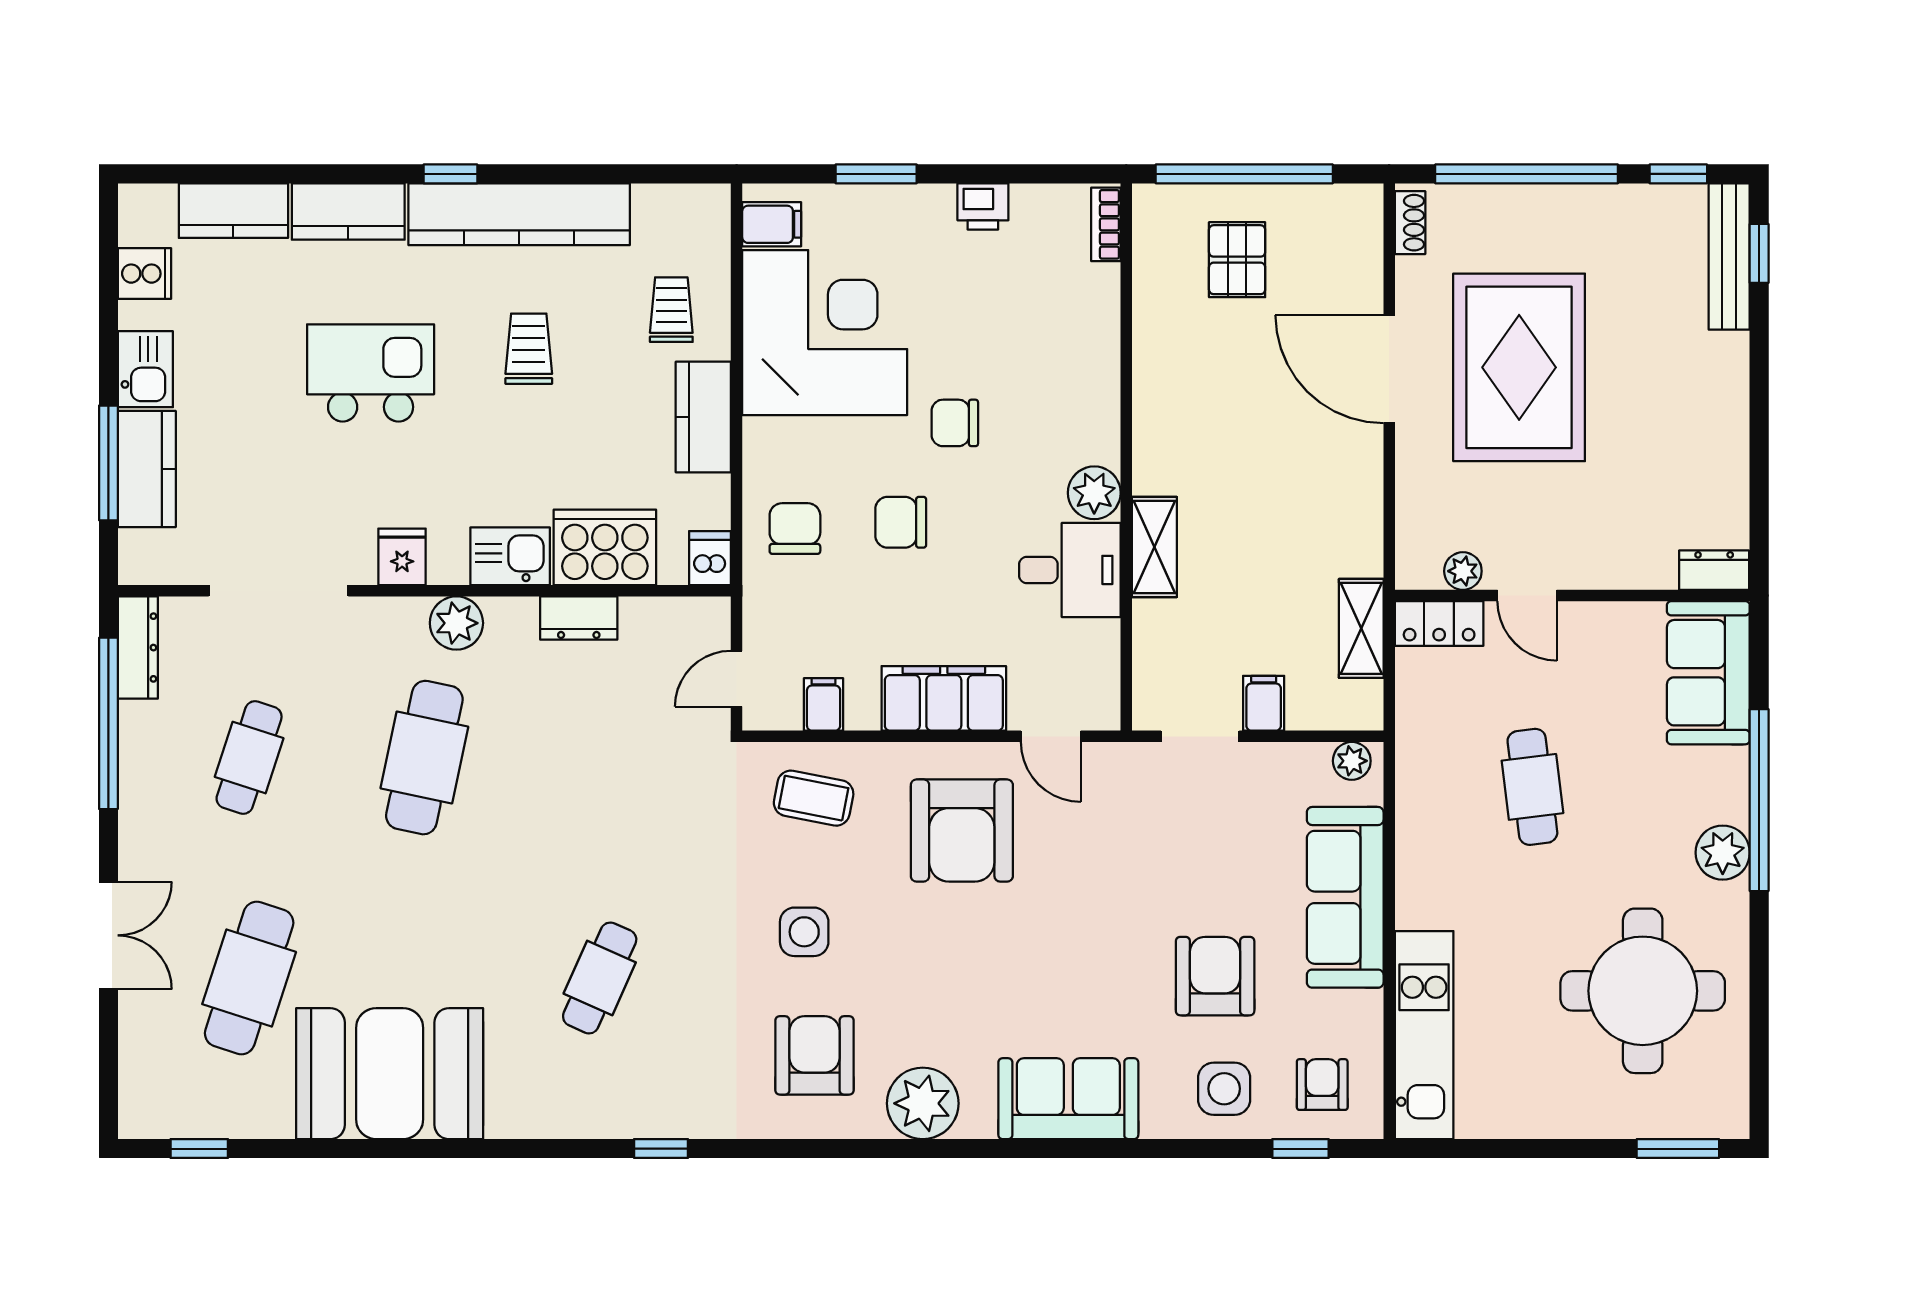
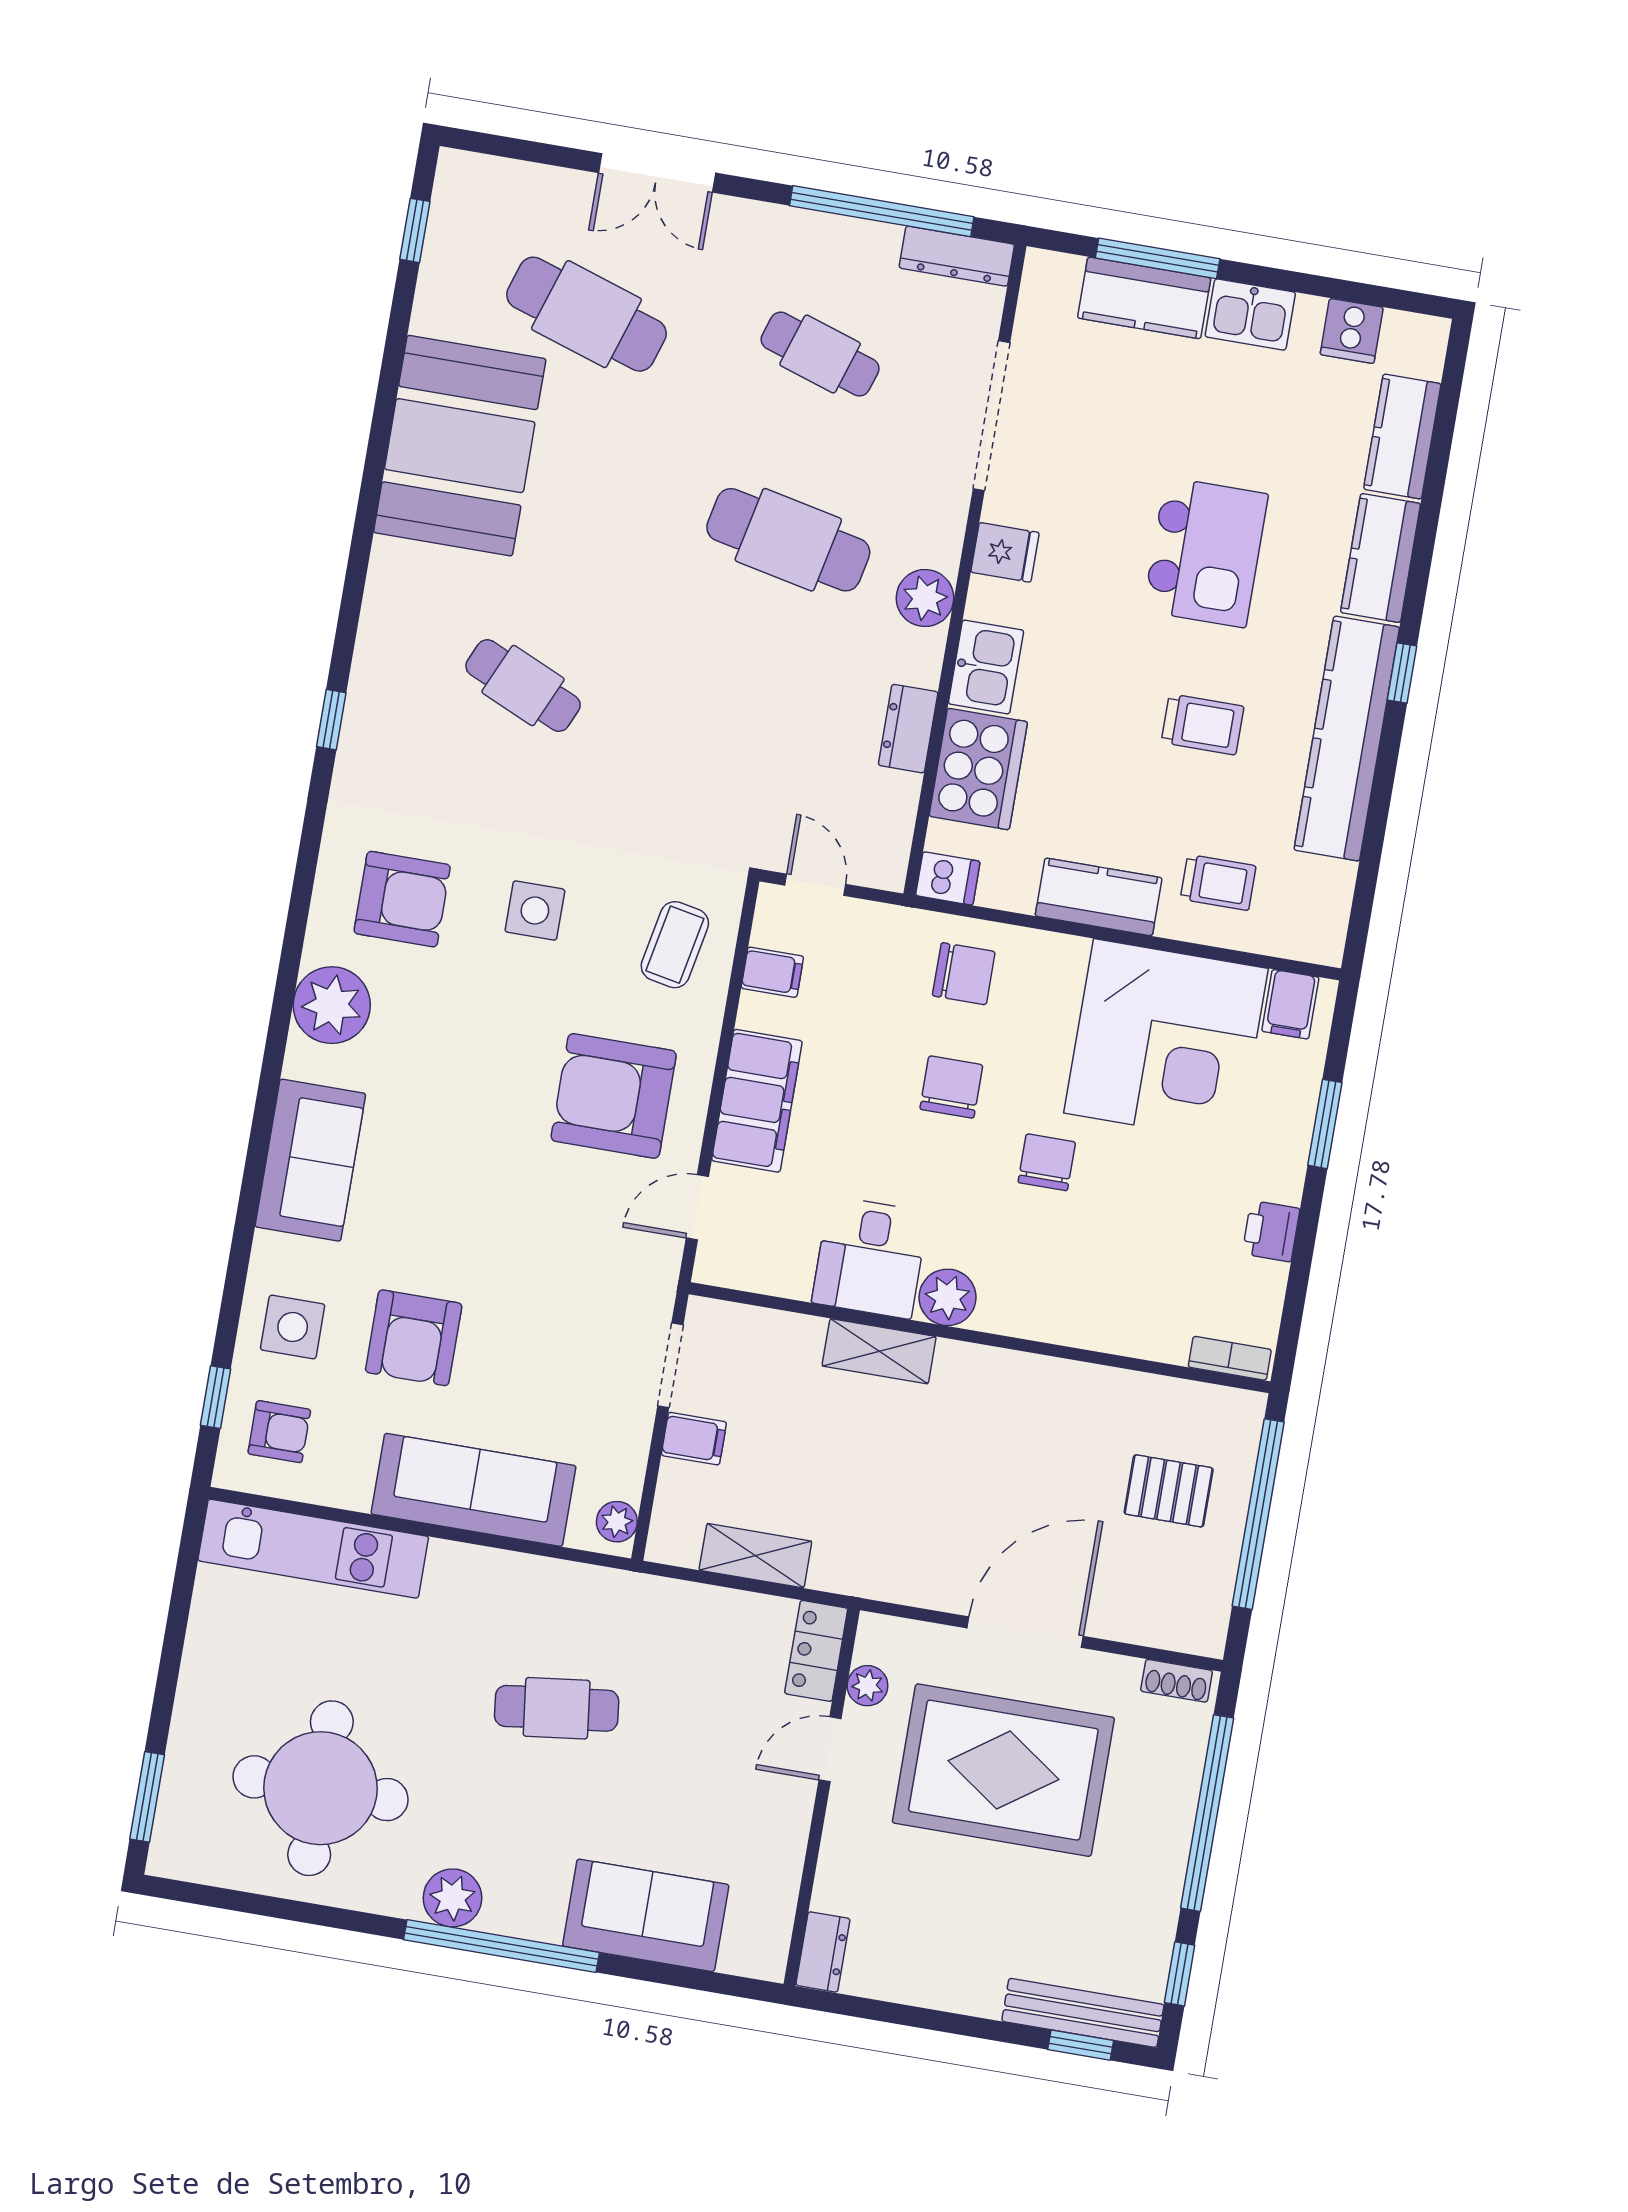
dresser: (1714, 570) -> (823, 1952), moved
plant: (1463, 571) -> (867, 1686), moved
door: (1527, 595) -> (830, 1749), moved
wall: (1572, 595) -> (822, 1797), moved
locker: (1439, 623) -> (816, 1651), moved
armchair: (1215, 976) -> (414, 1338), turned 90

